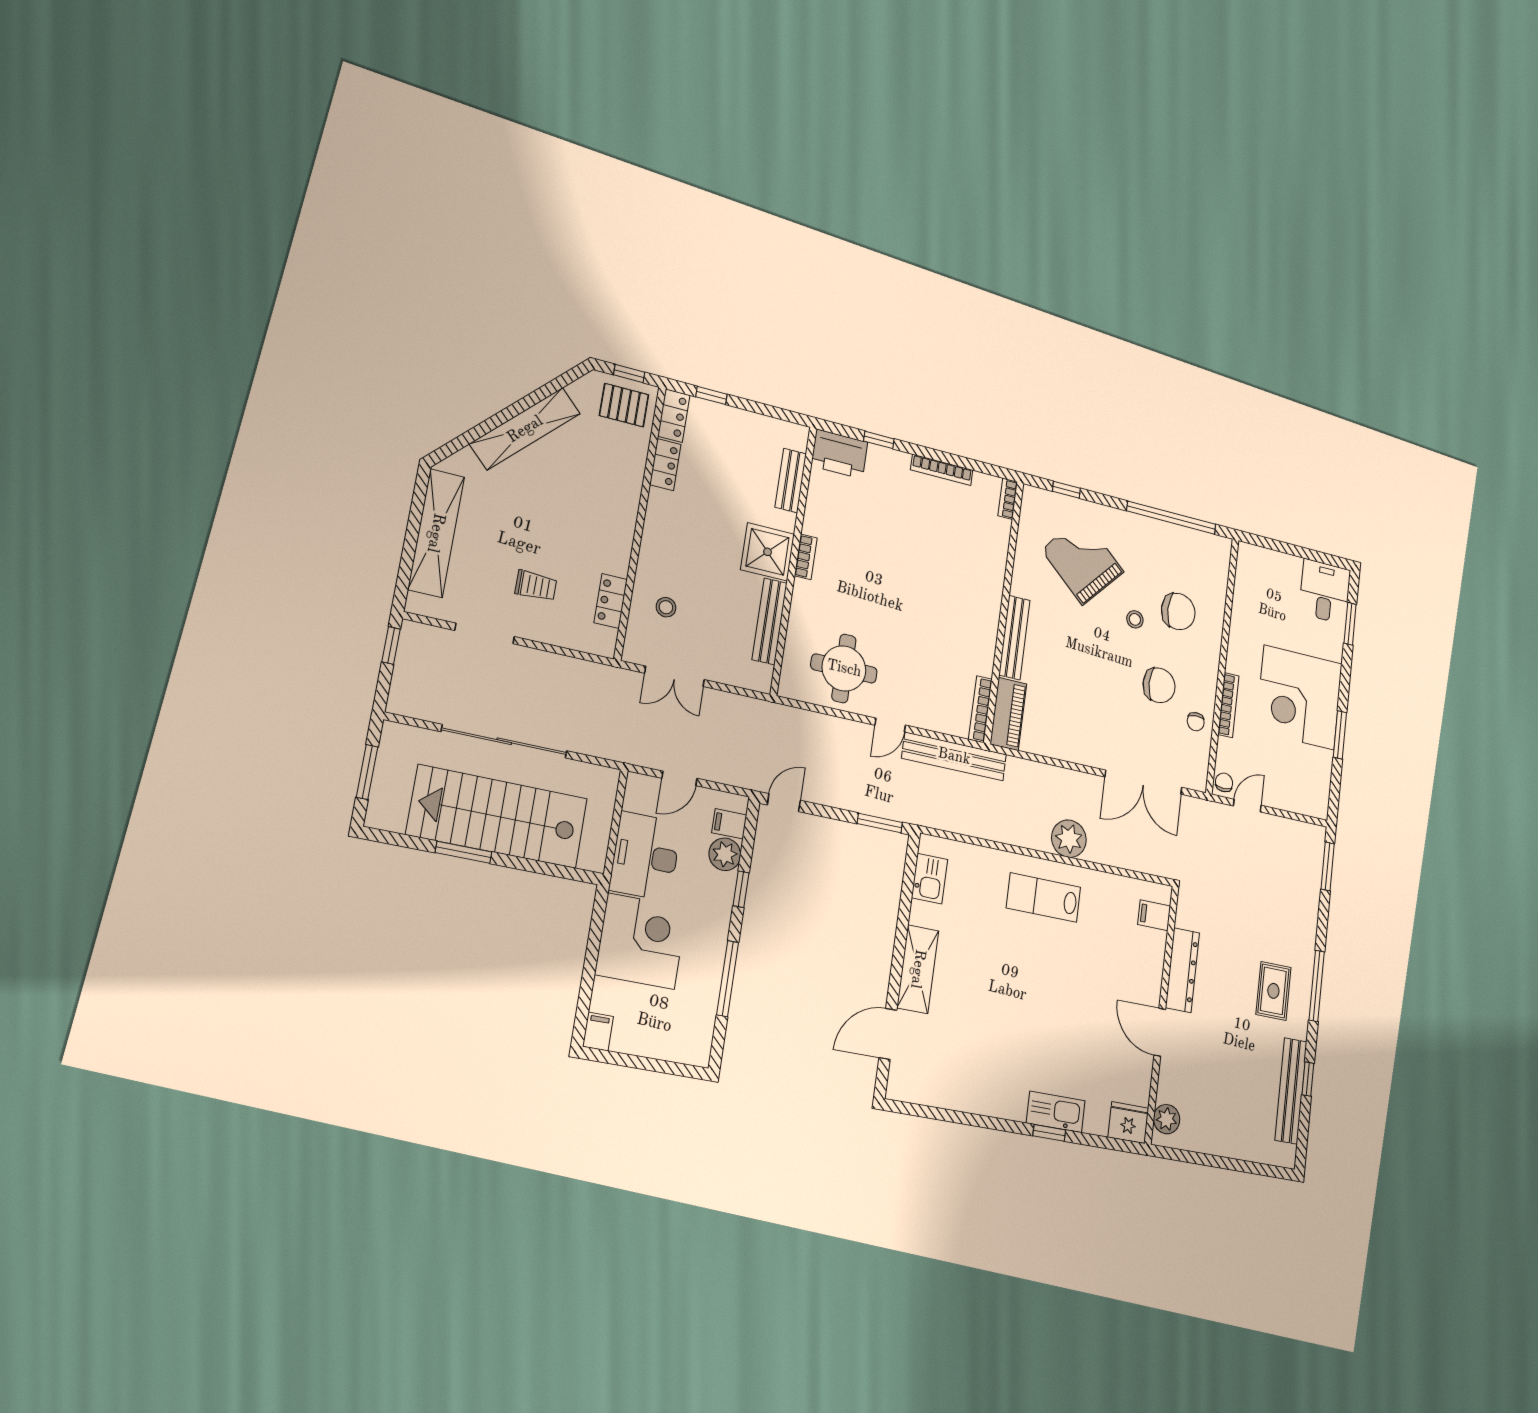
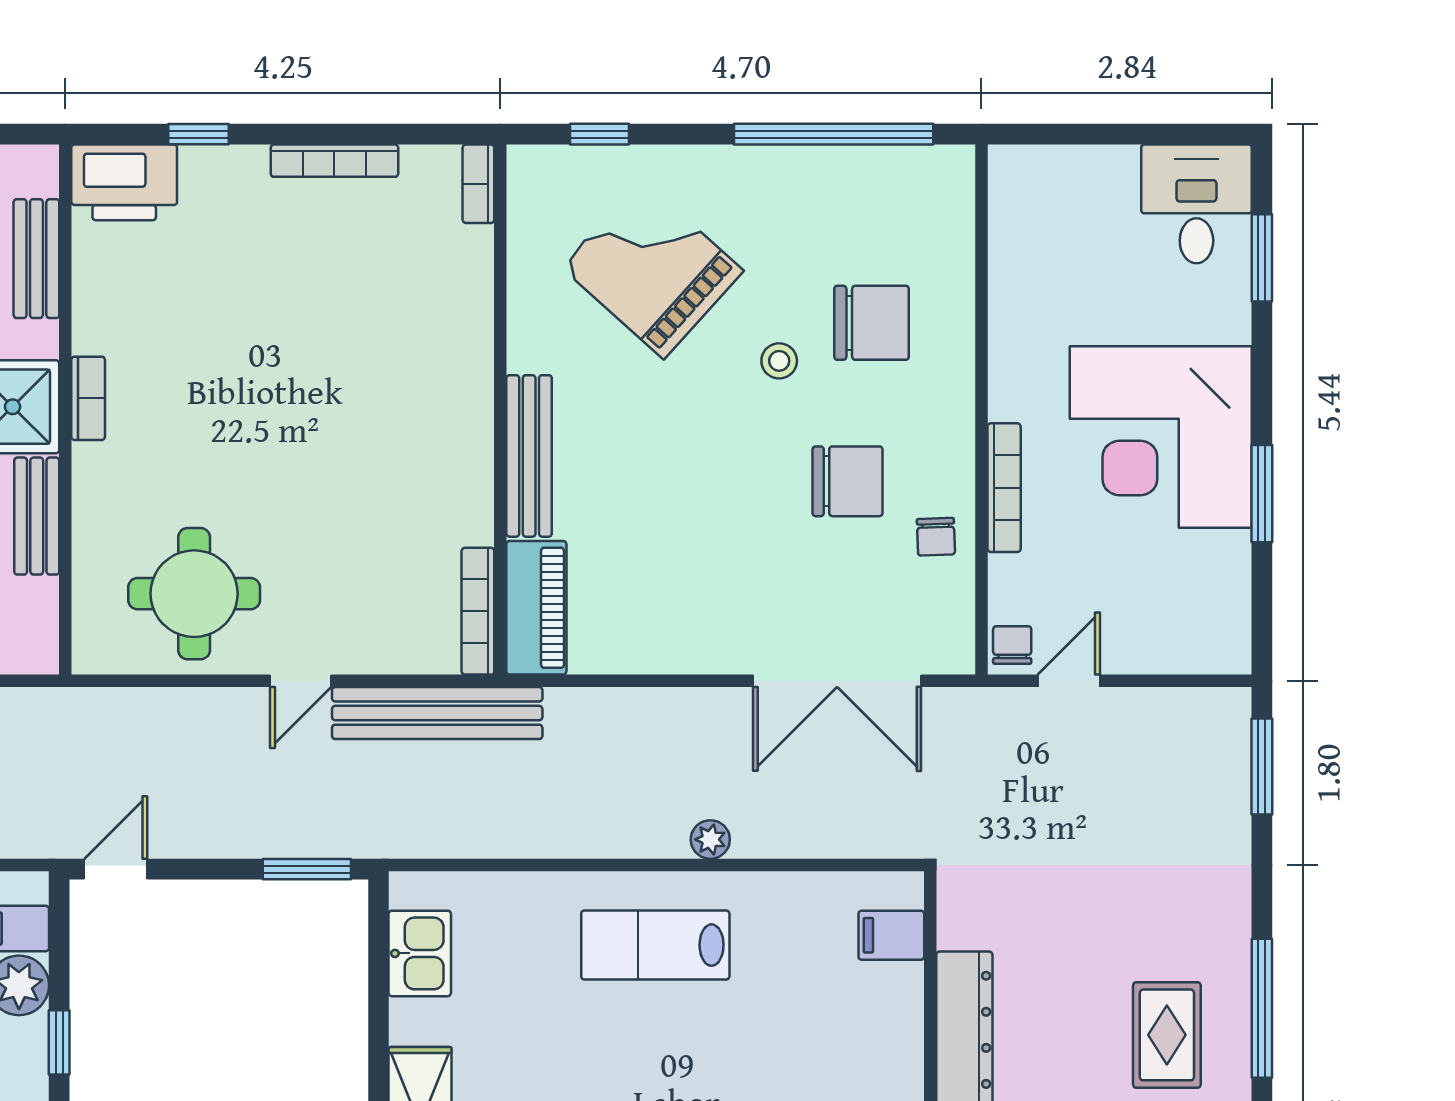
bench: (770, 621) -> (37, 516), width x0.73
plant: (1069, 839) -> (710, 839), width x0.53, depth x0.53

